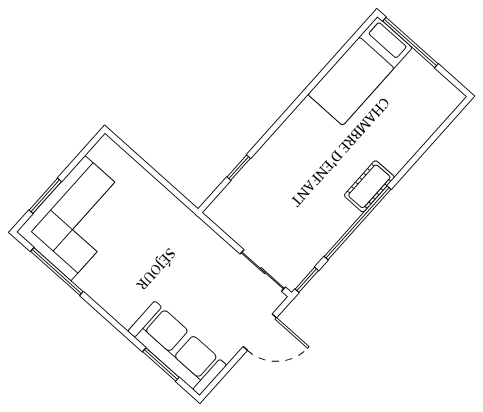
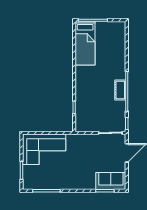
cot: (369, 186) -> (120, 90), moved
corner sofa: (78, 218) -> (44, 149), moved, turned 90
sofa: (177, 348) -> (111, 181), width x0.73

